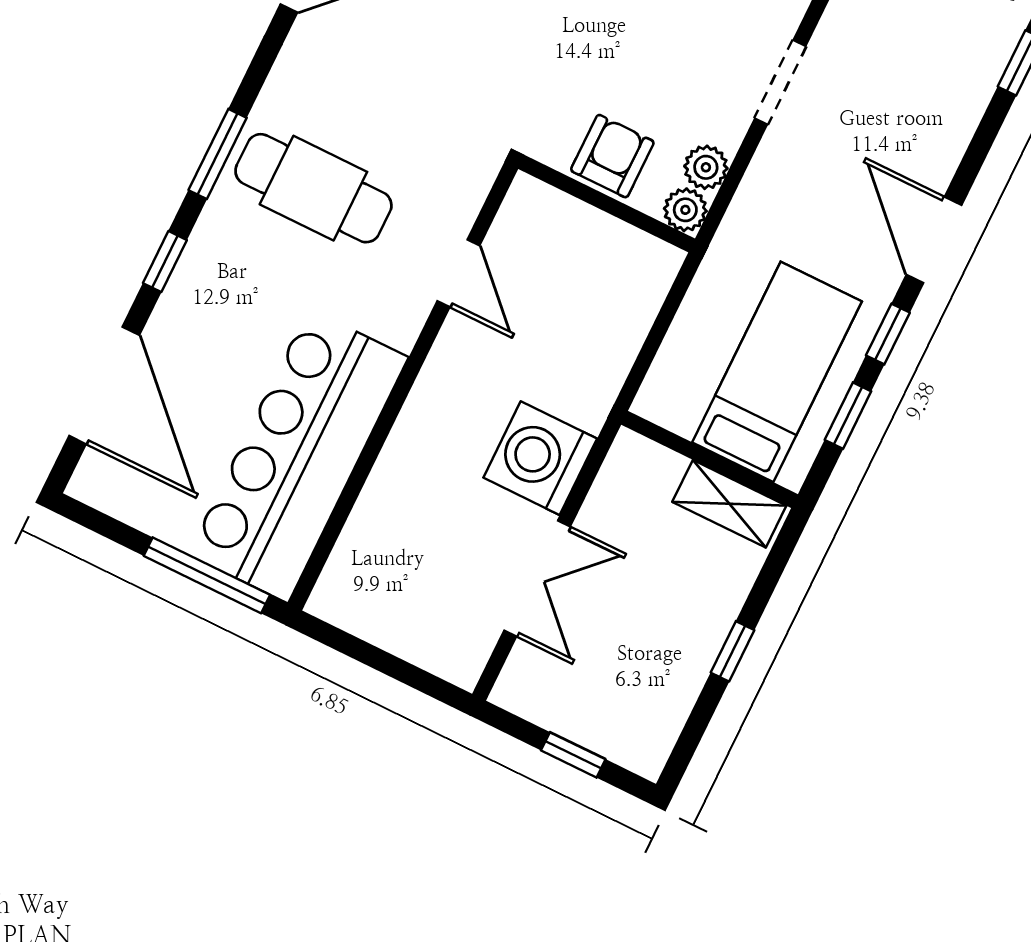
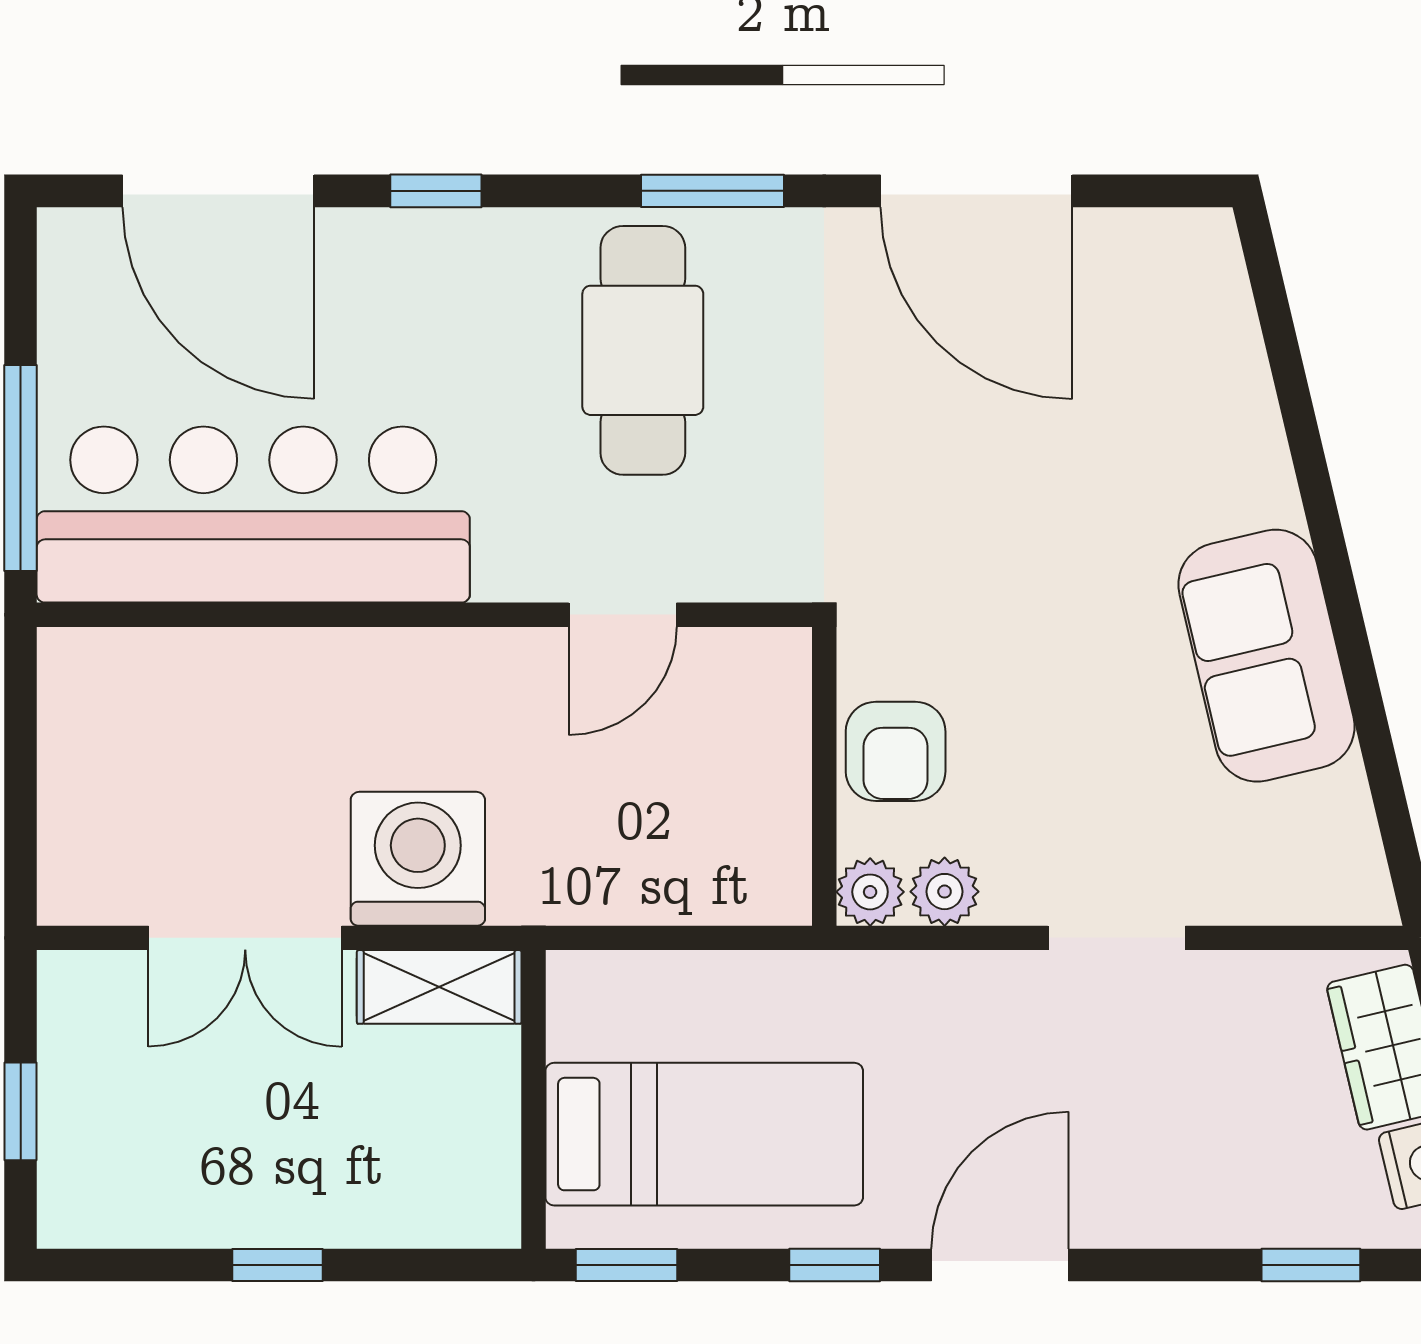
window: (218, 154) -> (713, 191), moved
armchair: (612, 156) -> (896, 751), turned 90
door: (104, 385) -> (218, 191), hinge flipped
window: (848, 416) -> (627, 1265), moved
shelving: (729, 504) -> (439, 987), moved, turned 90

